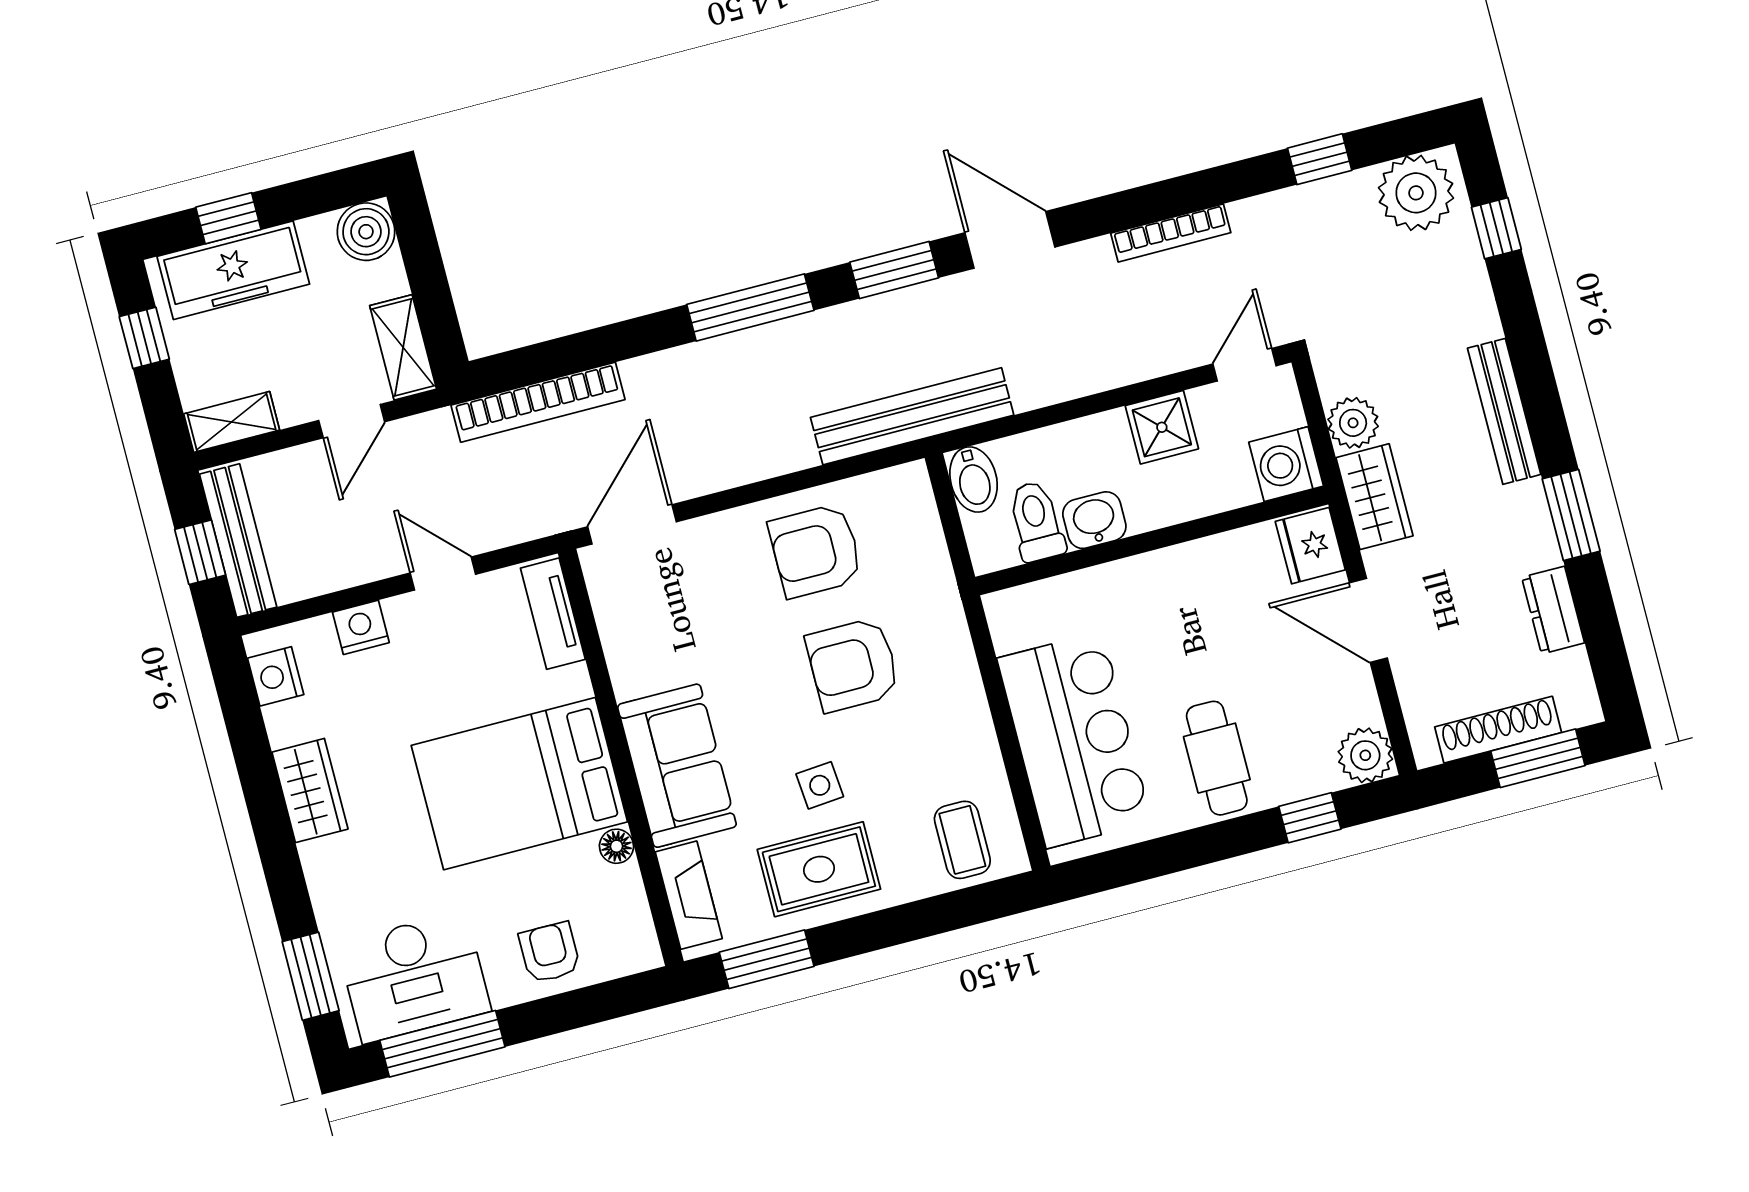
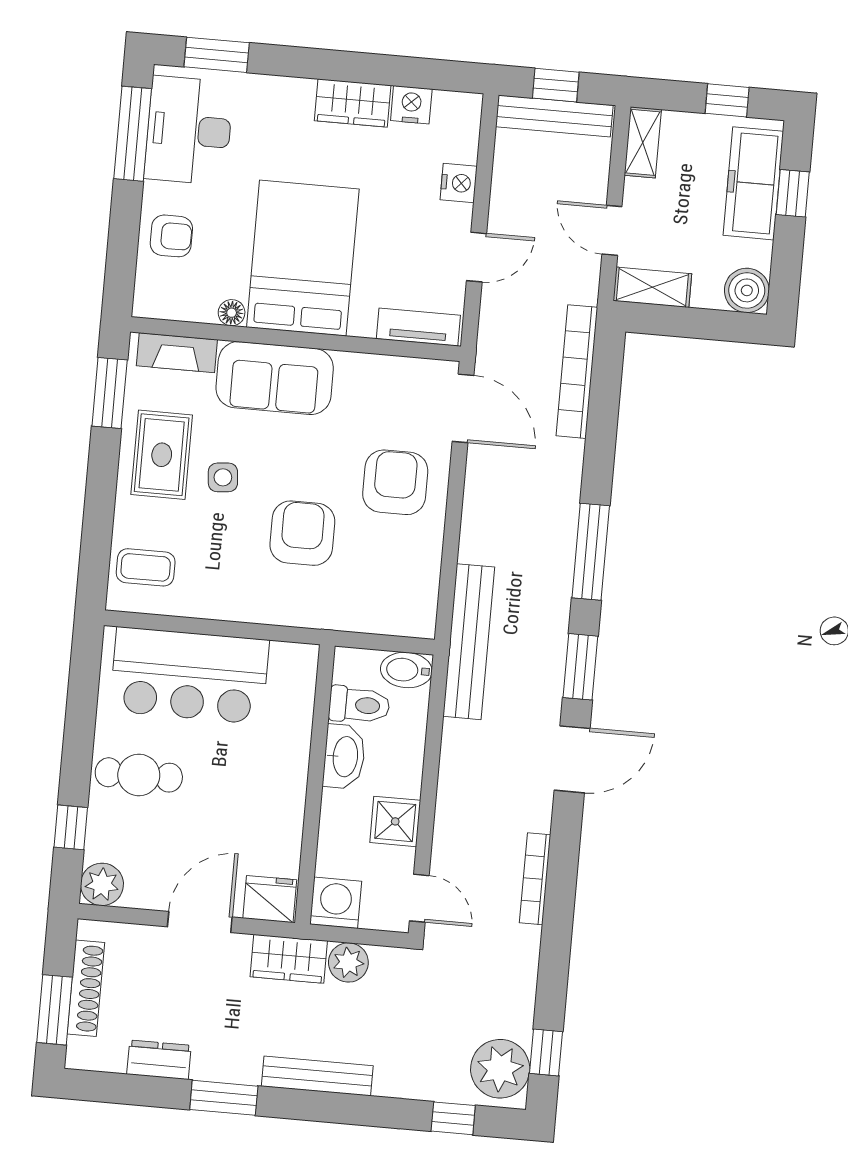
window: (1320, 159) -> (546, 1052), moved
washbasin: (1094, 520) -> (344, 757), width x1.38
armchair: (816, 551) -> (395, 482), moved
nightstand: (276, 676) -> (411, 105), moved

